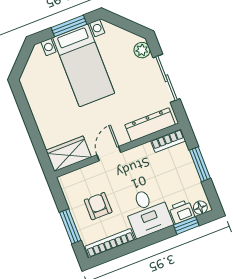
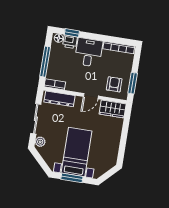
window: (200, 164) -> (45, 62), width x1.44
armchair: (98, 206) -> (114, 84), moved, turned 180
window: (70, 226) -> (133, 83), moved

